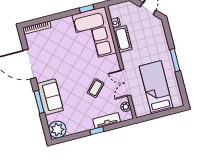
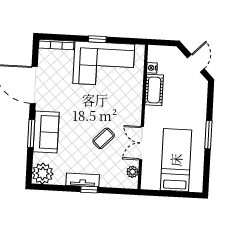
window: (87, 9) -> (97, 39), moved
corner sofa: (94, 34) -> (104, 64), moved, turned -90
tv unit: (107, 120) -> (83, 180), moved

